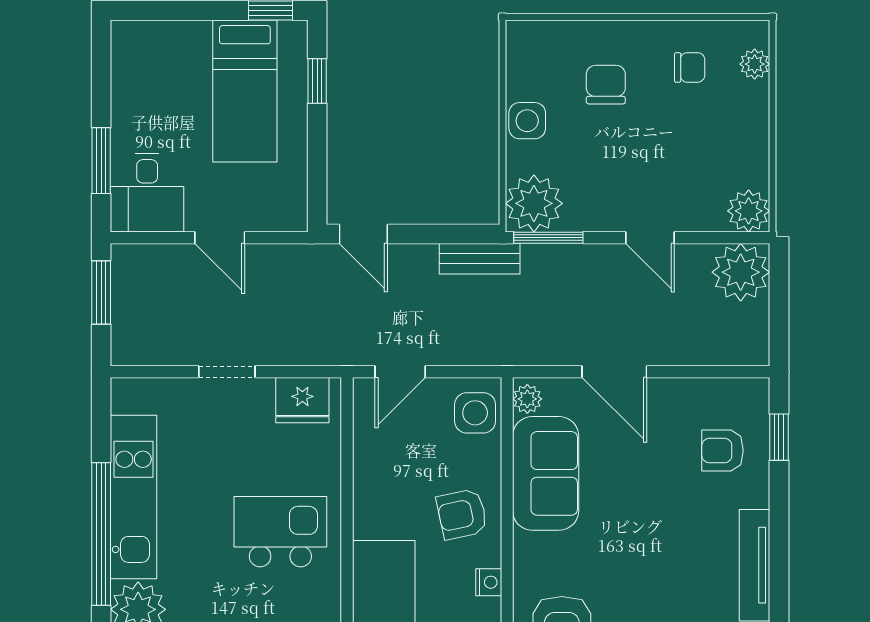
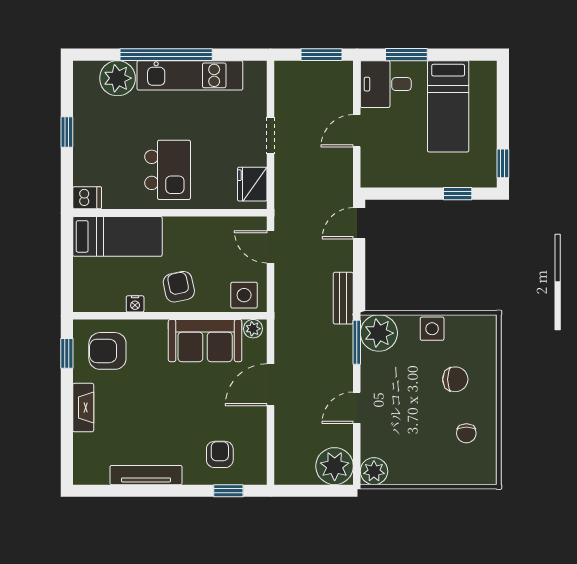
plant: (755, 64) -> (469, 475), removed
bed: (245, 91) -> (448, 106), moved, turned -90

